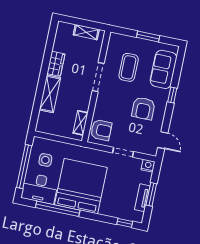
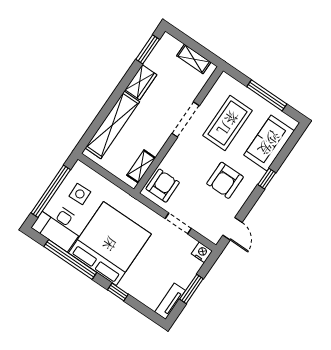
window: (148, 36) -> (267, 95), width x1.44
window: (51, 39) -> (148, 49), added
coffee table: (129, 67) -> (228, 123), width x1.36, depth x1.32
shelving: (50, 94) -> (112, 125), width x1.47
armchair: (101, 130) -> (163, 186), turned -90
tv unit: (142, 198) -> (170, 301), moved
window: (125, 223) -> (118, 292), moved

